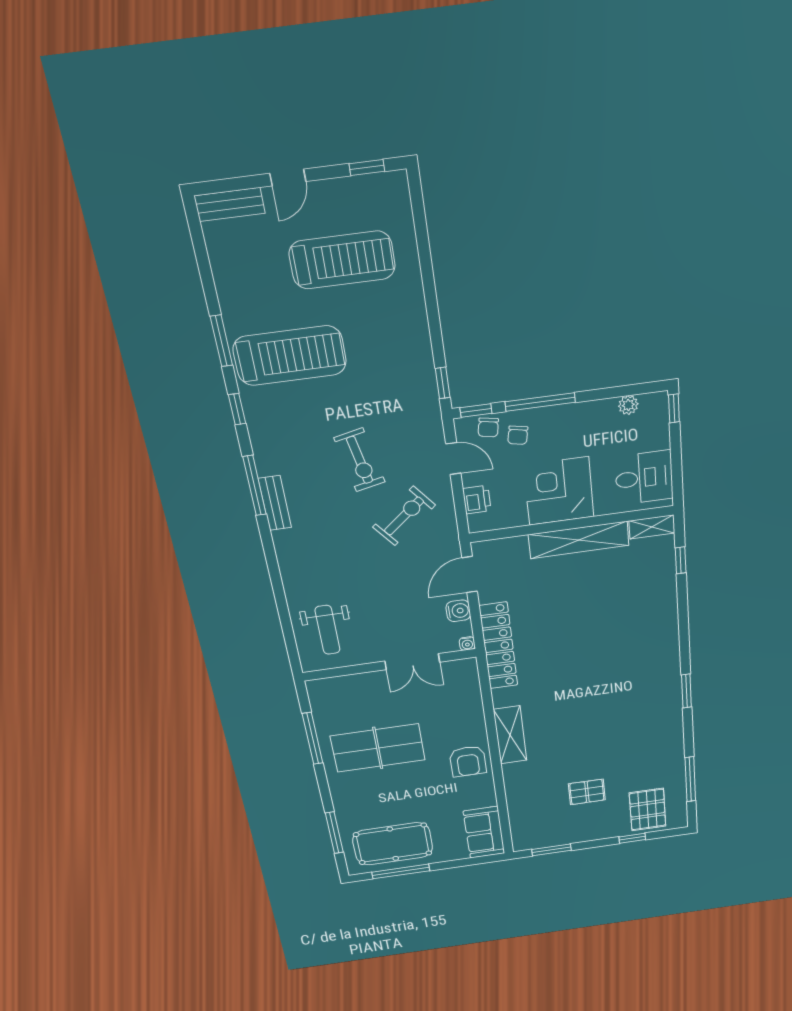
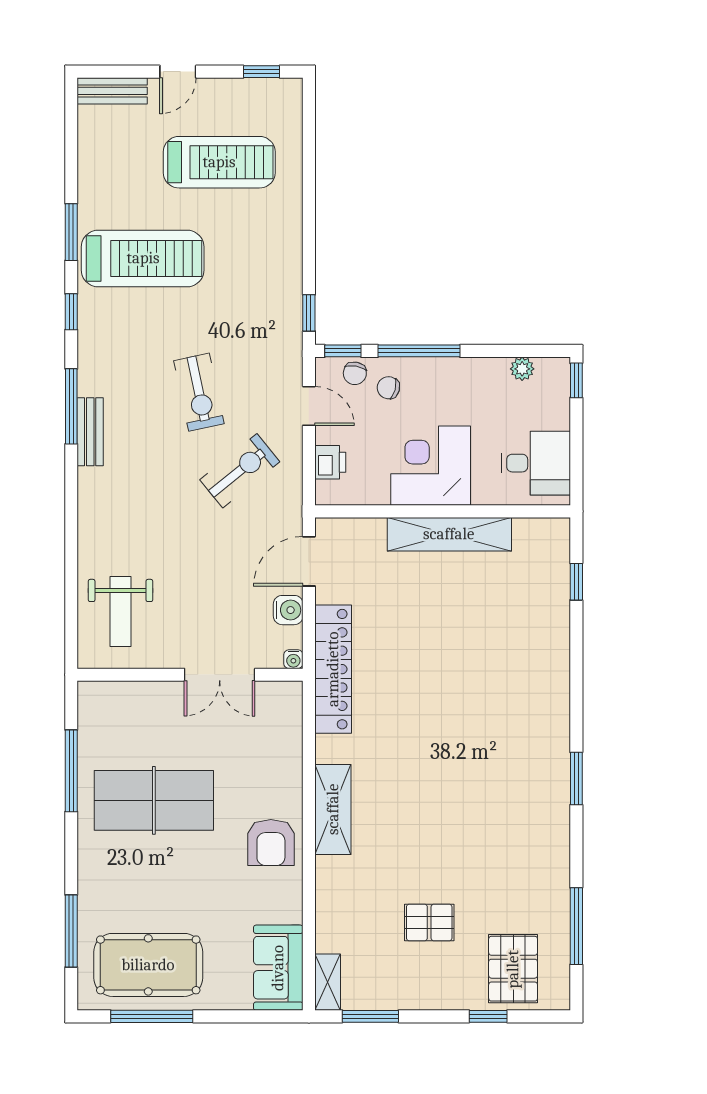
chair: (518, 435) -> (388, 388), turned 94
shelving: (652, 527) -> (328, 982), moved, turned 90

